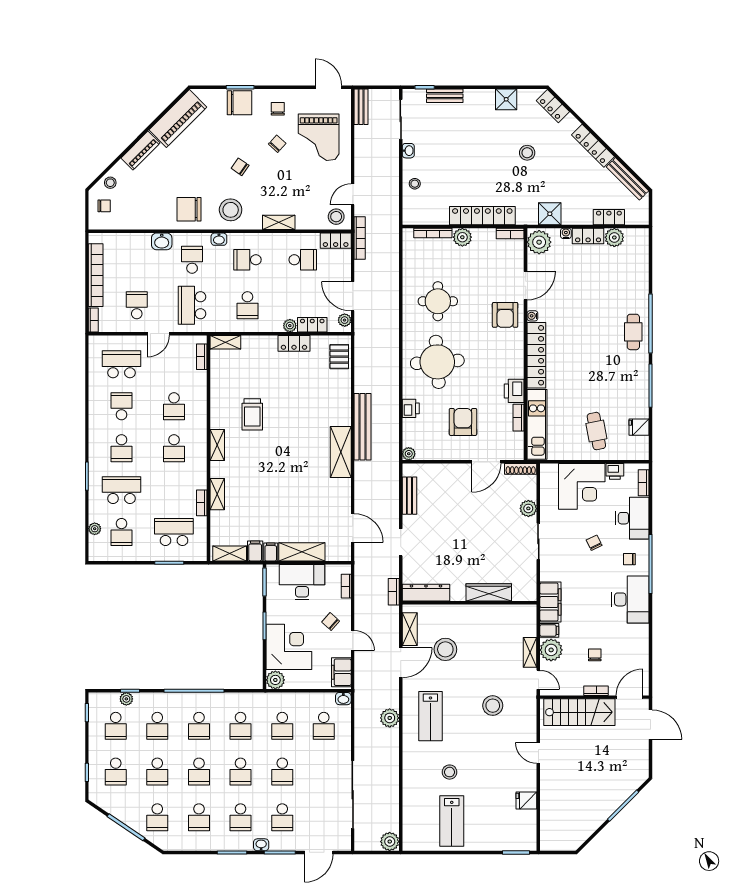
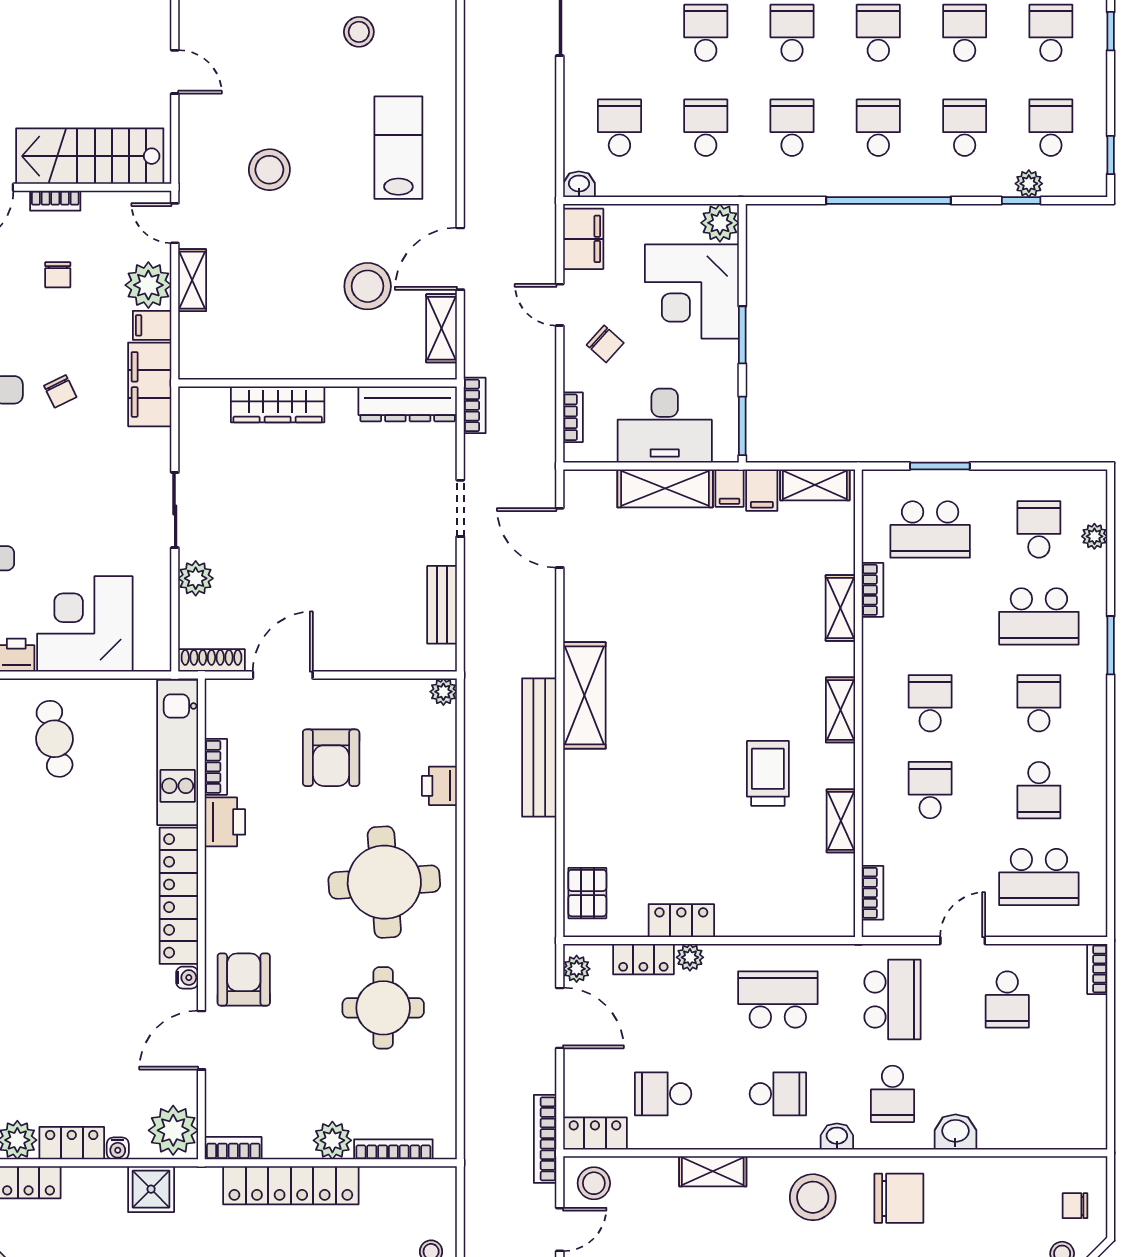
bookcase: (96, 275) -> (1092, 1062), removed
school desk: (247, 305) -> (778, 999), width x1.85
shelving: (225, 342) -> (841, 821), moved, turned 90
chair: (594, 543) -> (60, 391), moved
plant: (390, 718) -> (483, 144), removed

